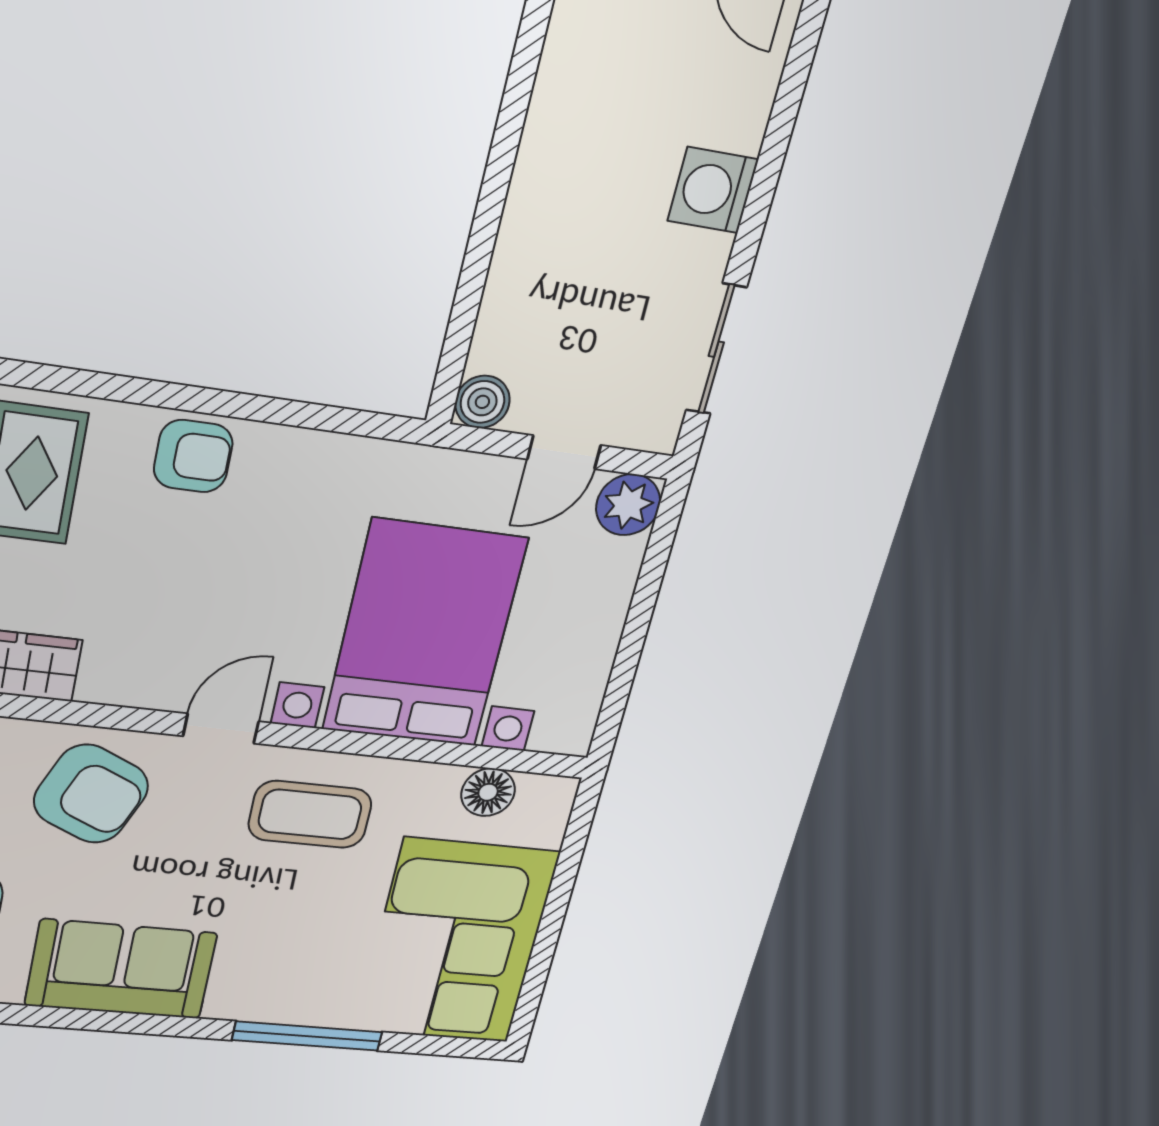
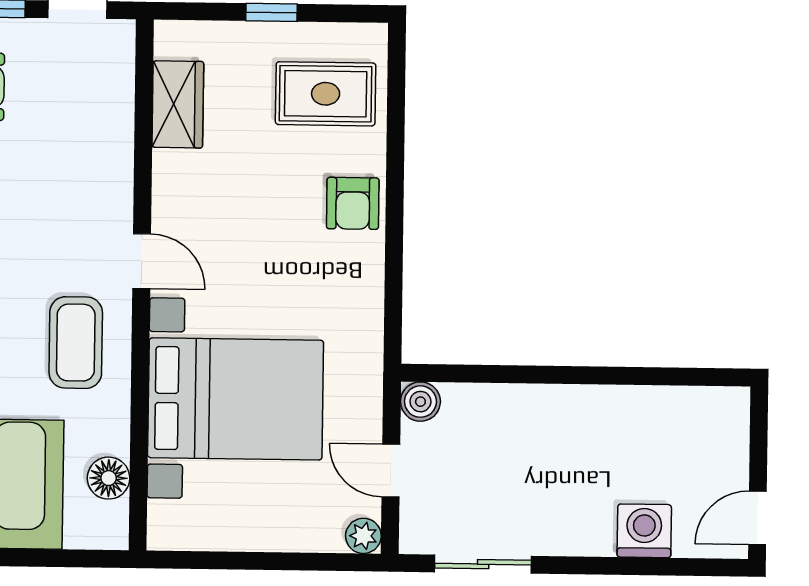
washing machine: (713, 190) -> (644, 531), moved
plant: (628, 505) -> (363, 536), width x0.73, depth x0.73
armchair: (91, 794) -> (77, 174), removed

